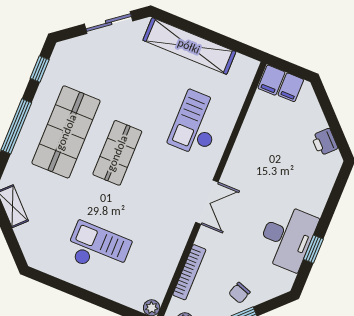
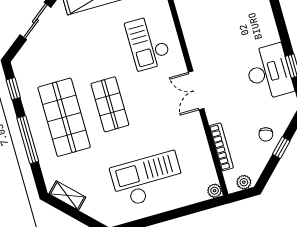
double door: (207, 202) -> (196, 90), swing flipped
checkout: (98, 249) -> (147, 179), width x1.36, depth x1.21

